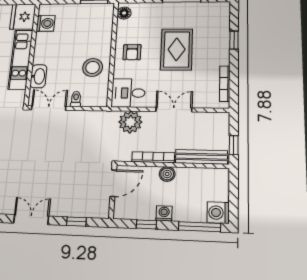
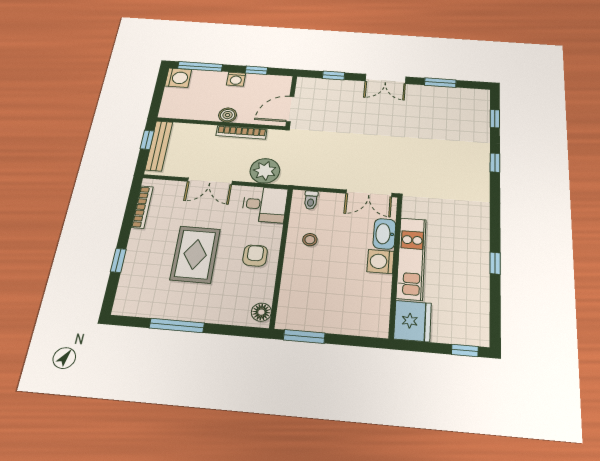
washing machine: (46, 23) -> (380, 261), moved
stool: (93, 67) -> (310, 240), width x0.53, depth x0.53
toilet: (76, 99) -> (311, 200), moved
bench: (201, 157) -> (159, 146), moved, turned 90

